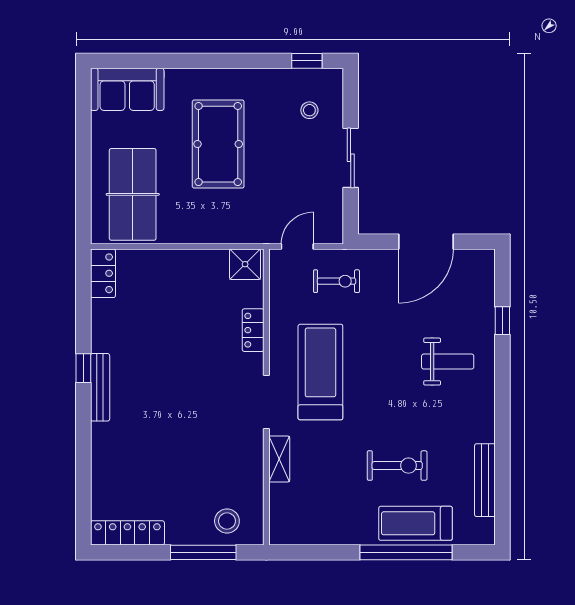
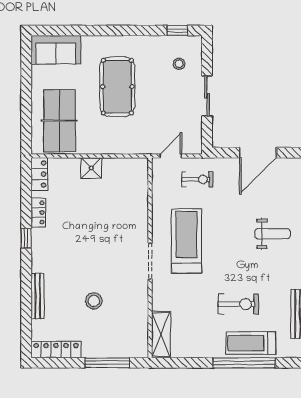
shower: (245, 264) -> (91, 168), moved
locker: (253, 330) -> (38, 213), moved, turned 180
bench: (100, 387) -> (37, 296), moved
shelving: (279, 459) -> (161, 334), moved, width x1.50, depth x1.33
stool: (227, 521) -> (94, 301), moved

